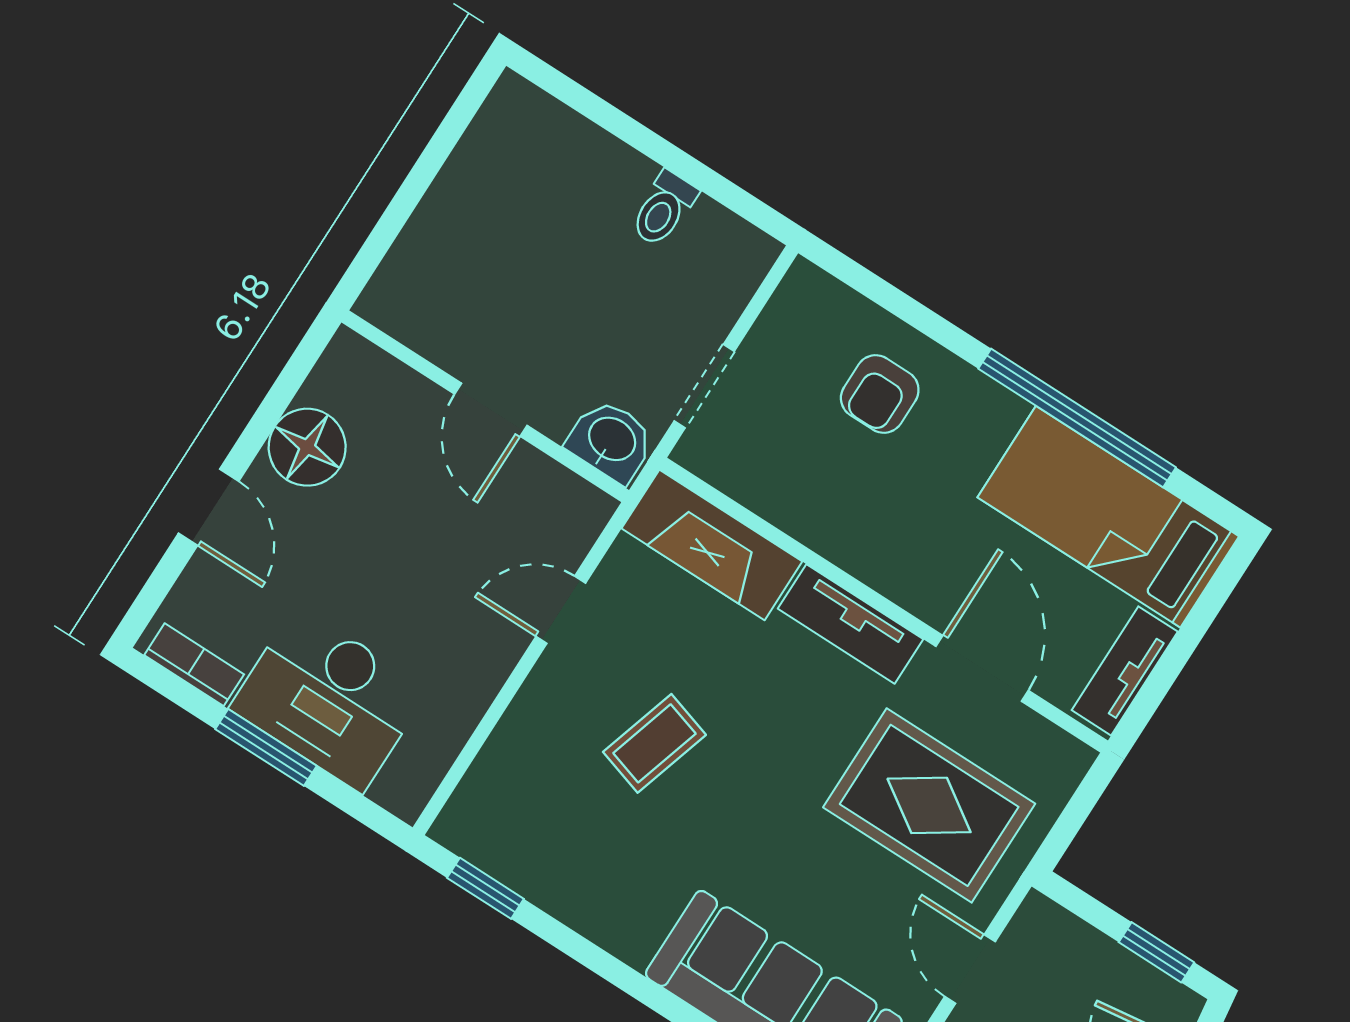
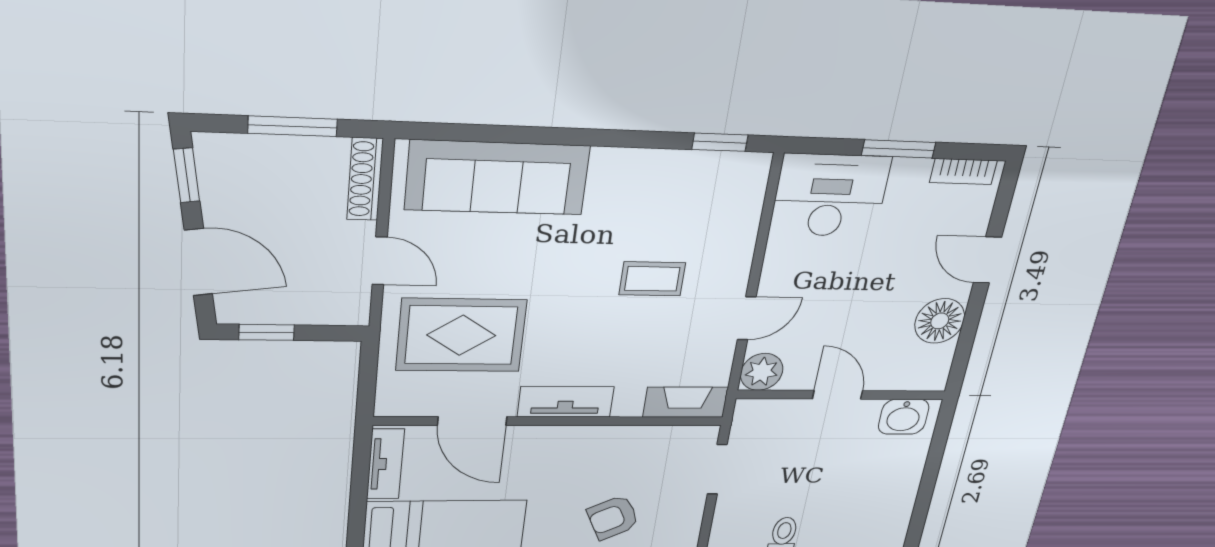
armchair: (880, 394) -> (613, 517), turned -116
washbasin: (611, 440) -> (904, 417), moved
plant: (577, 512) -> (762, 372), added
fireplace: (712, 545) -> (686, 402), width x0.73, depth x0.76
desk: (329, 699) -> (830, 196), moved
coffee table: (654, 743) -> (652, 279), turned 73

